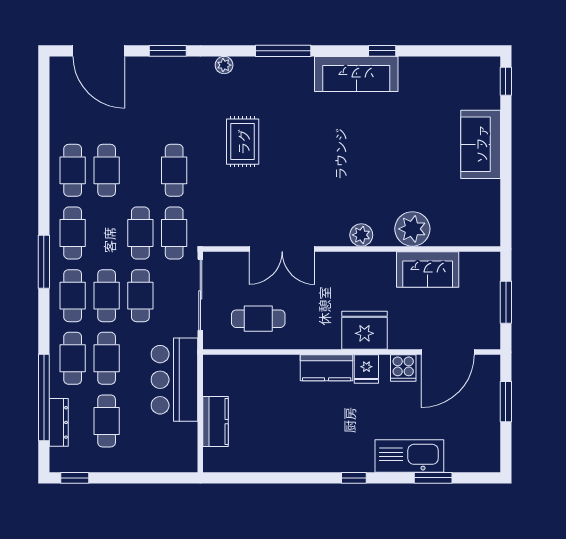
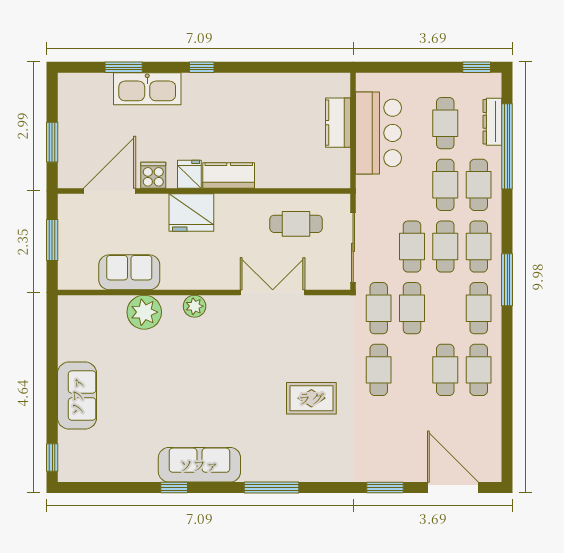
plant: (224, 65) -> (330, 474), removed
rug: (243, 142) -> (311, 398), turned 90
bar counter: (174, 380) -> (378, 133), moved

